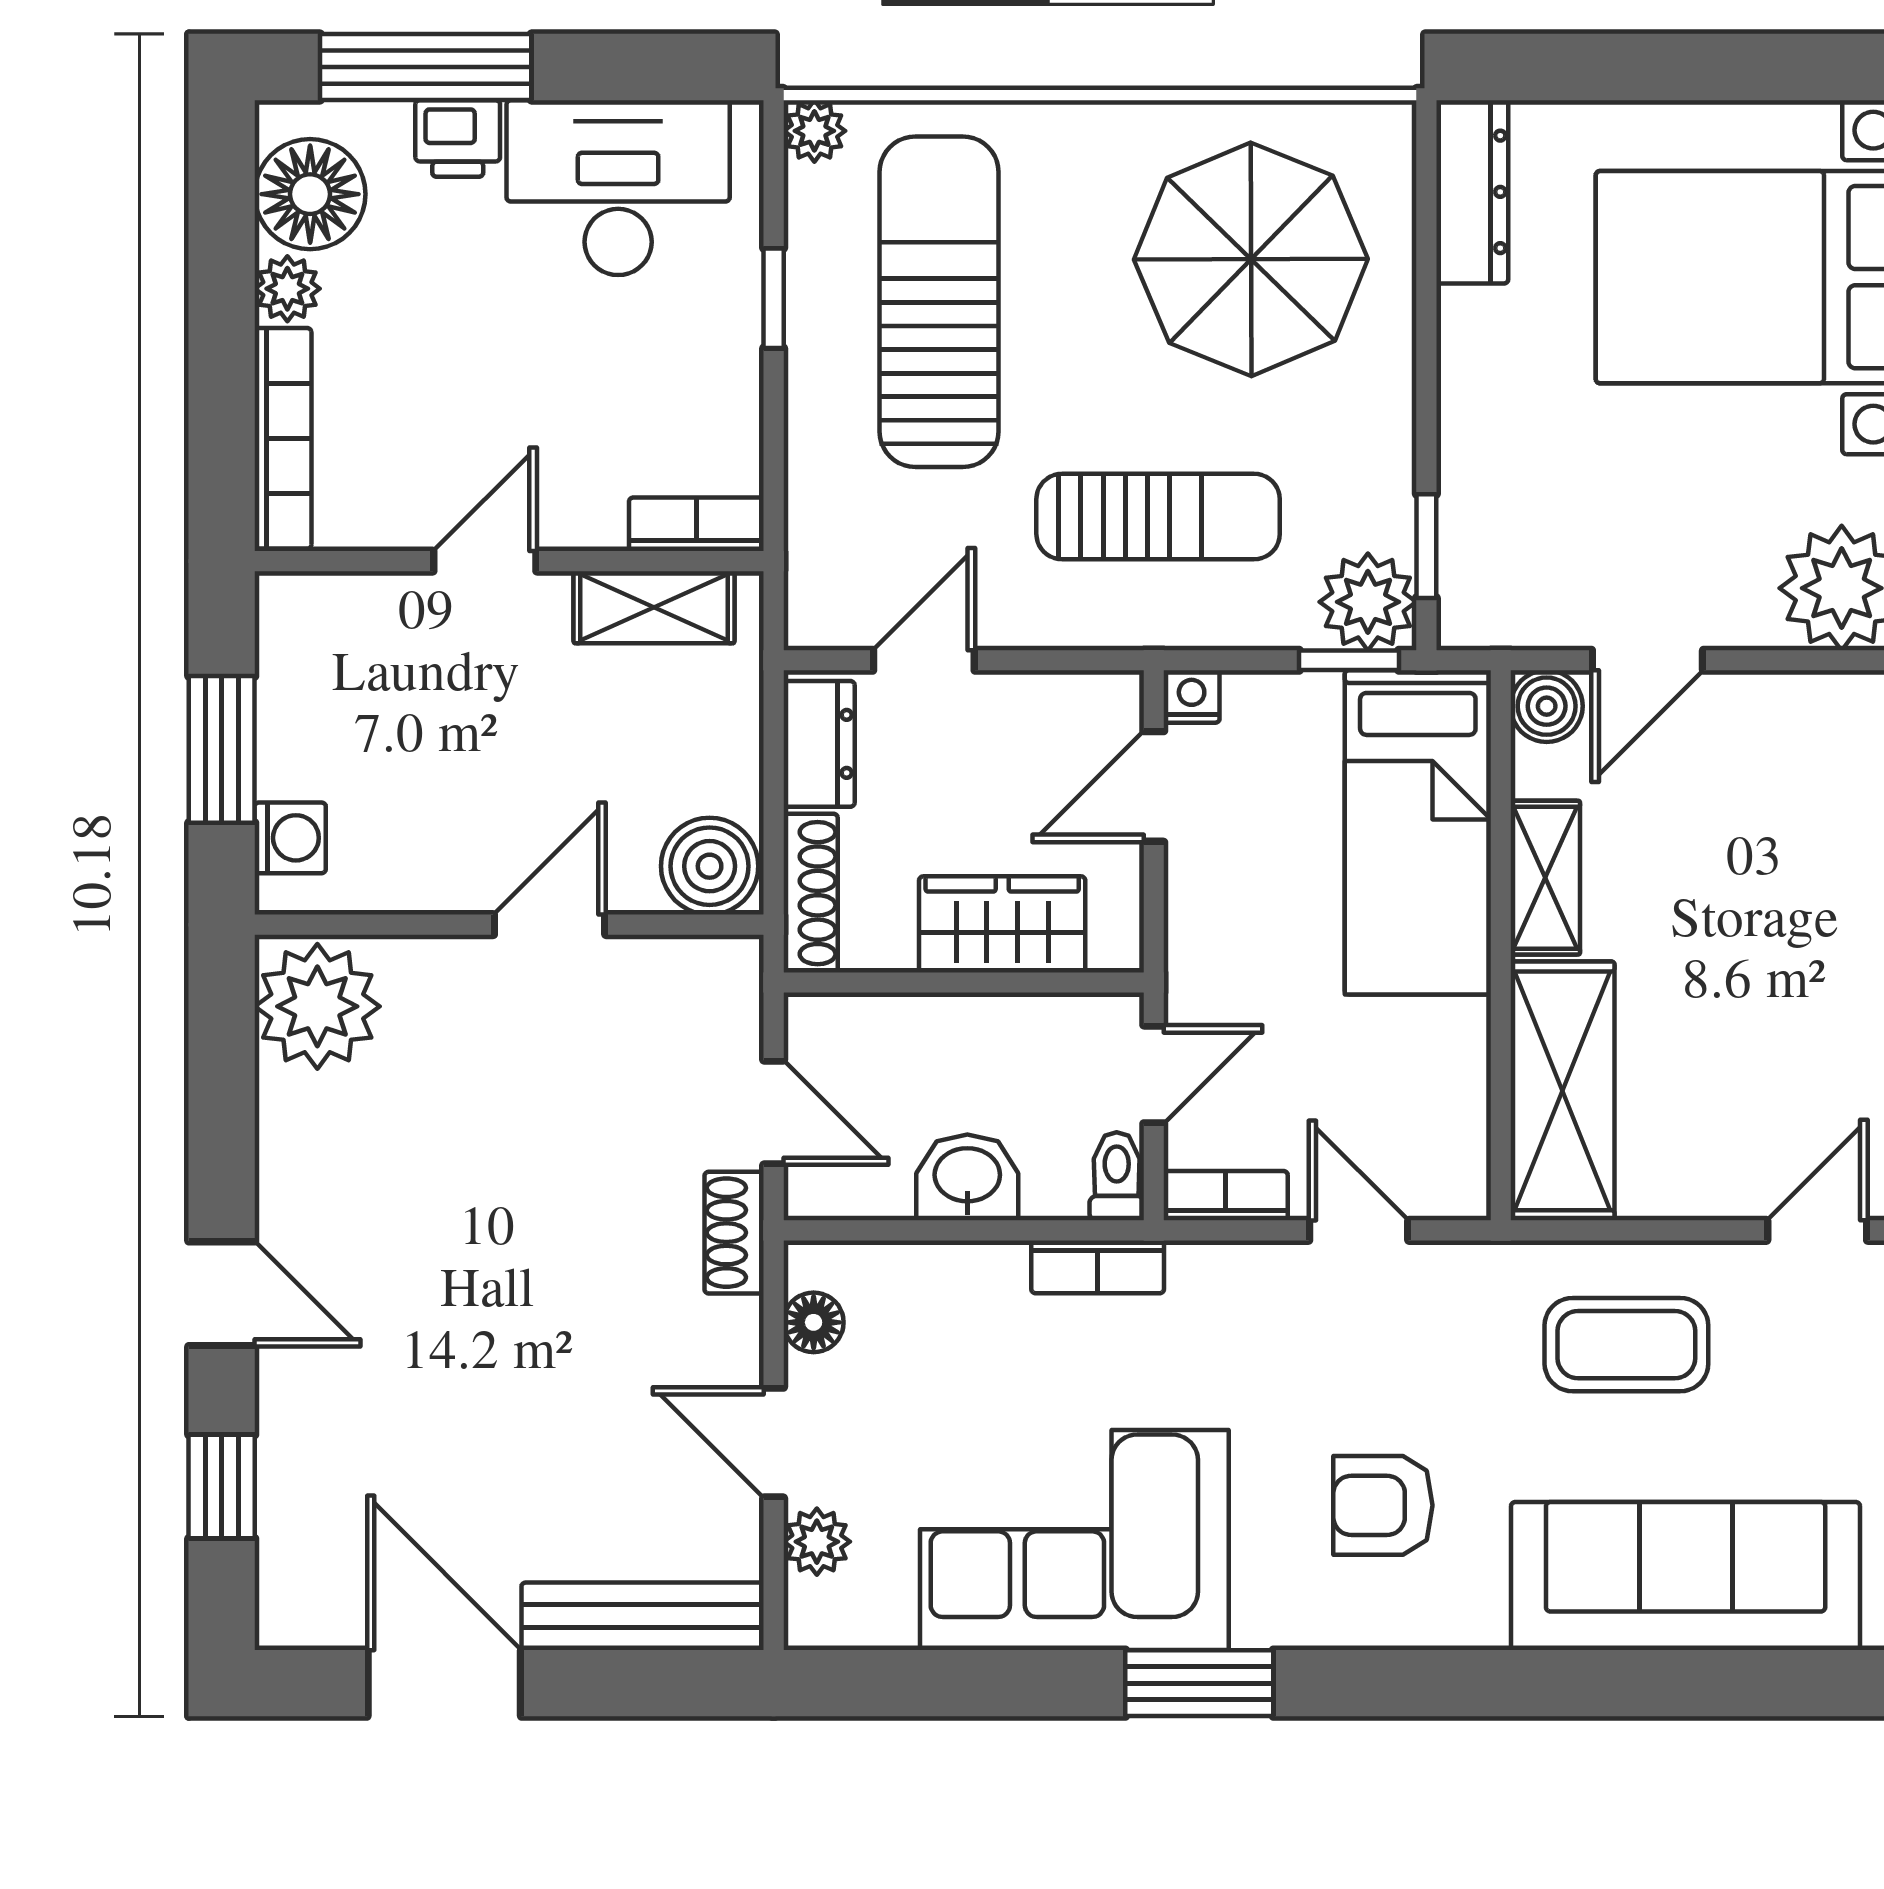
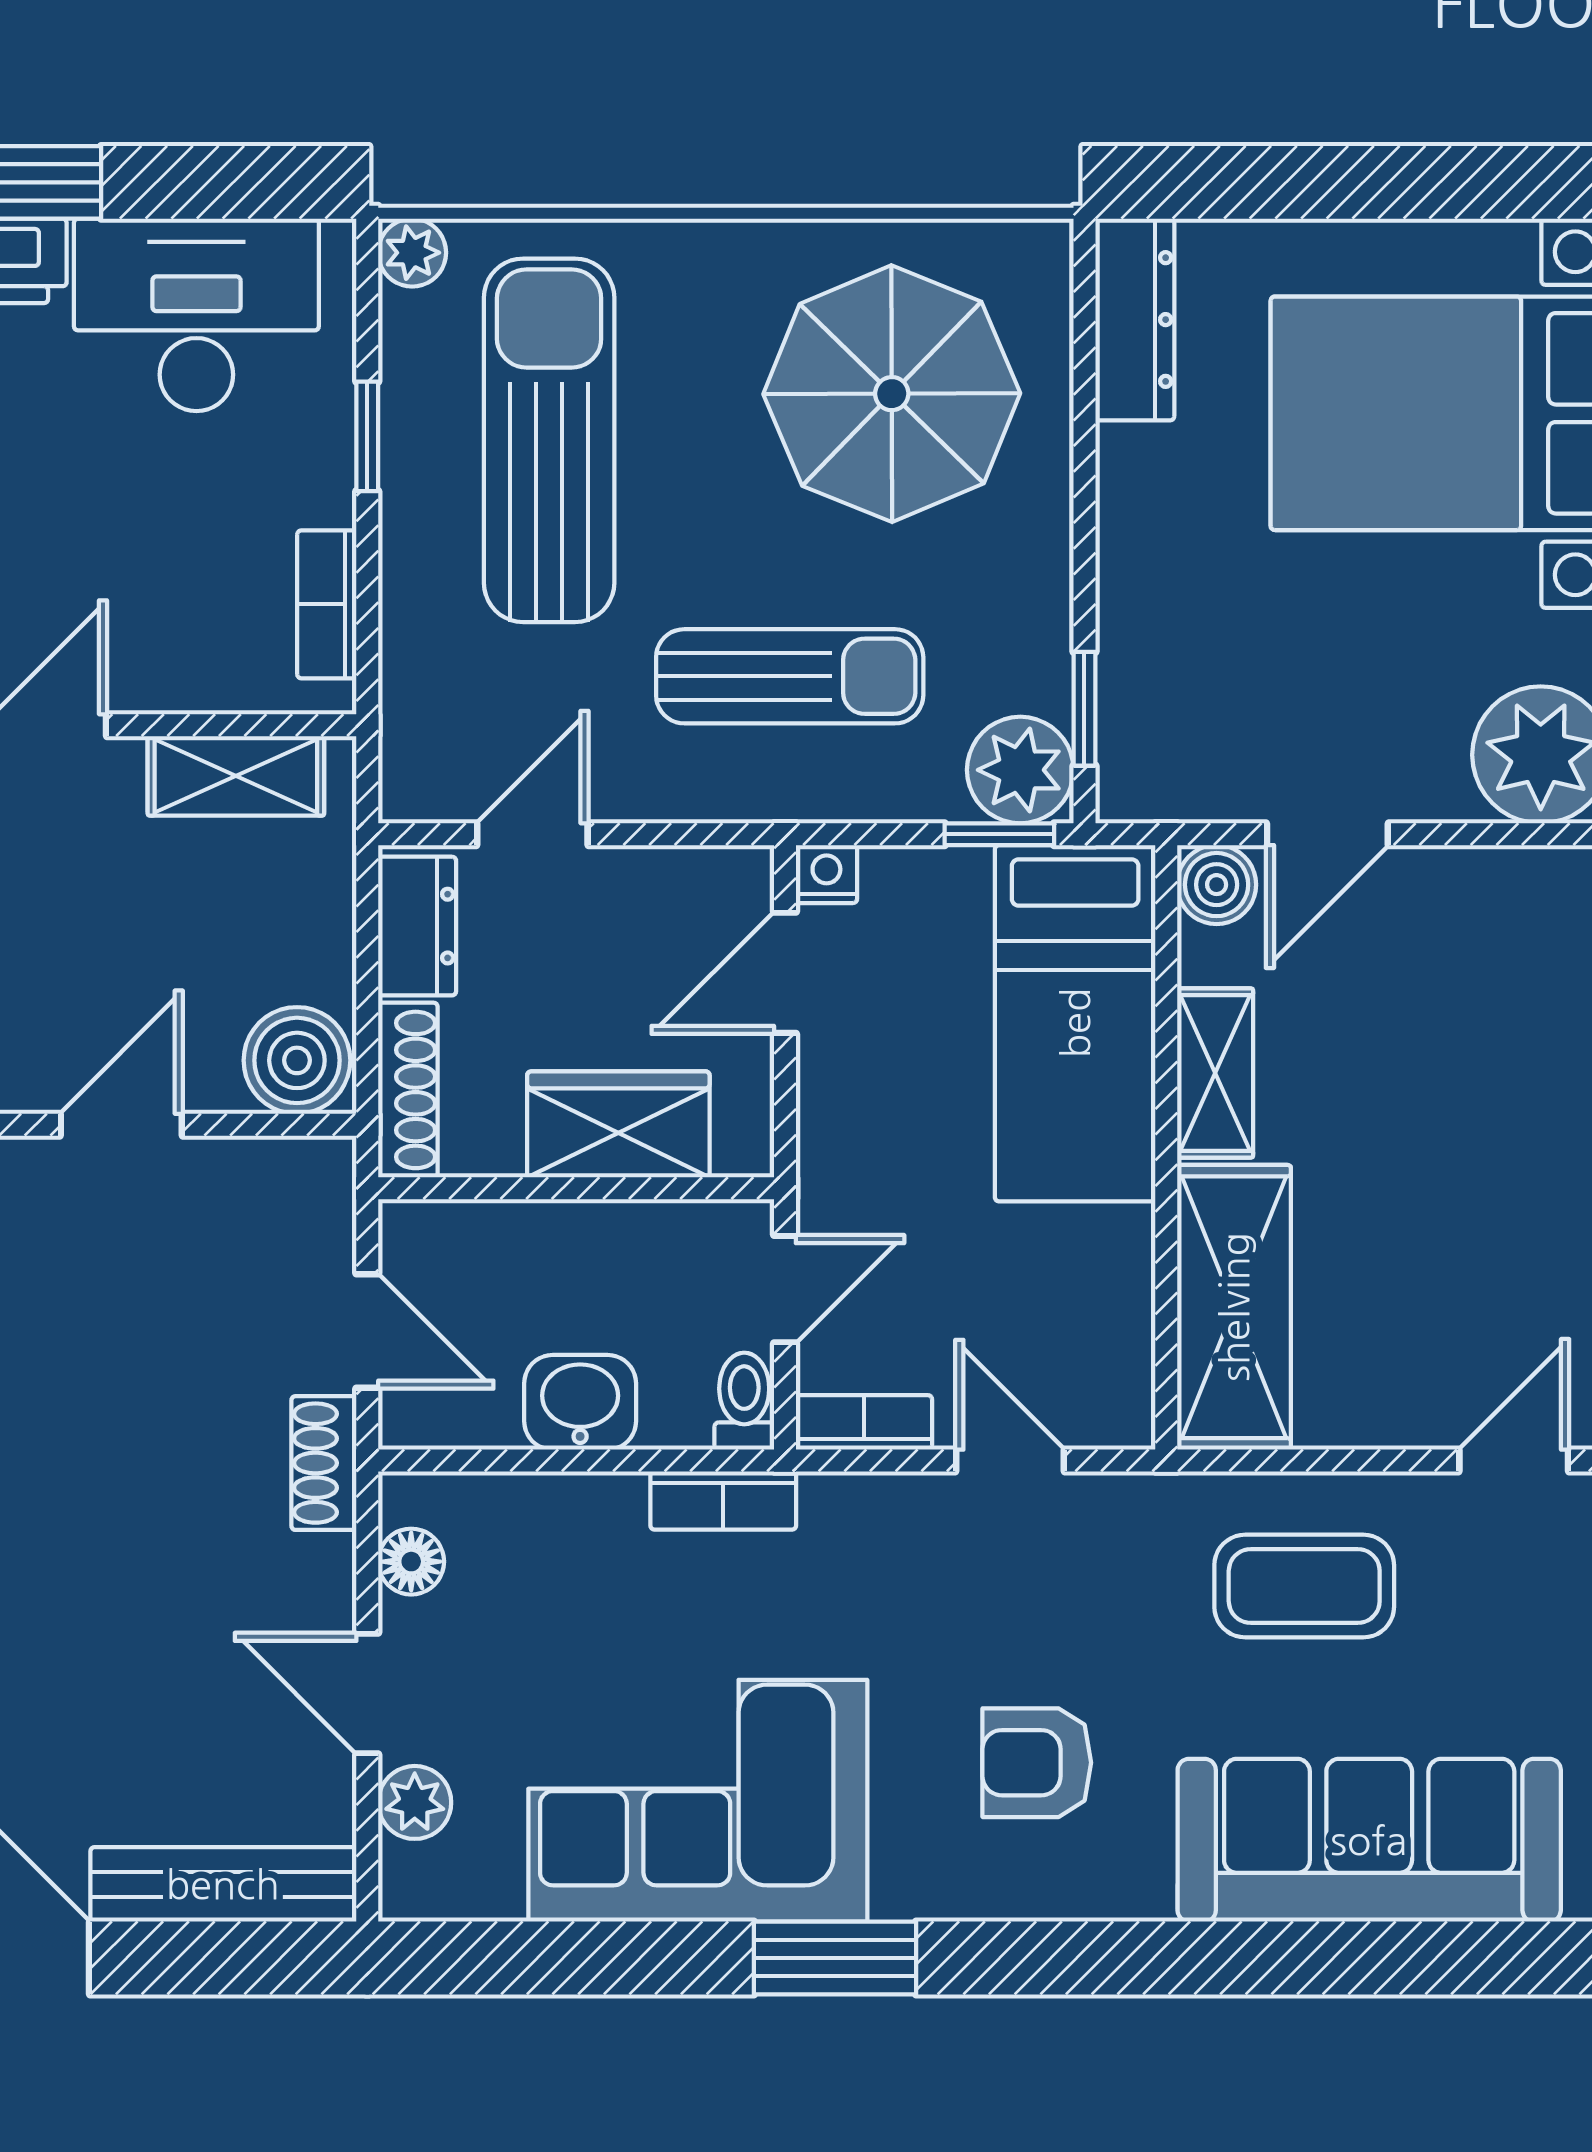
bookcase: (696, 524) -> (327, 604), moved, turned -90

